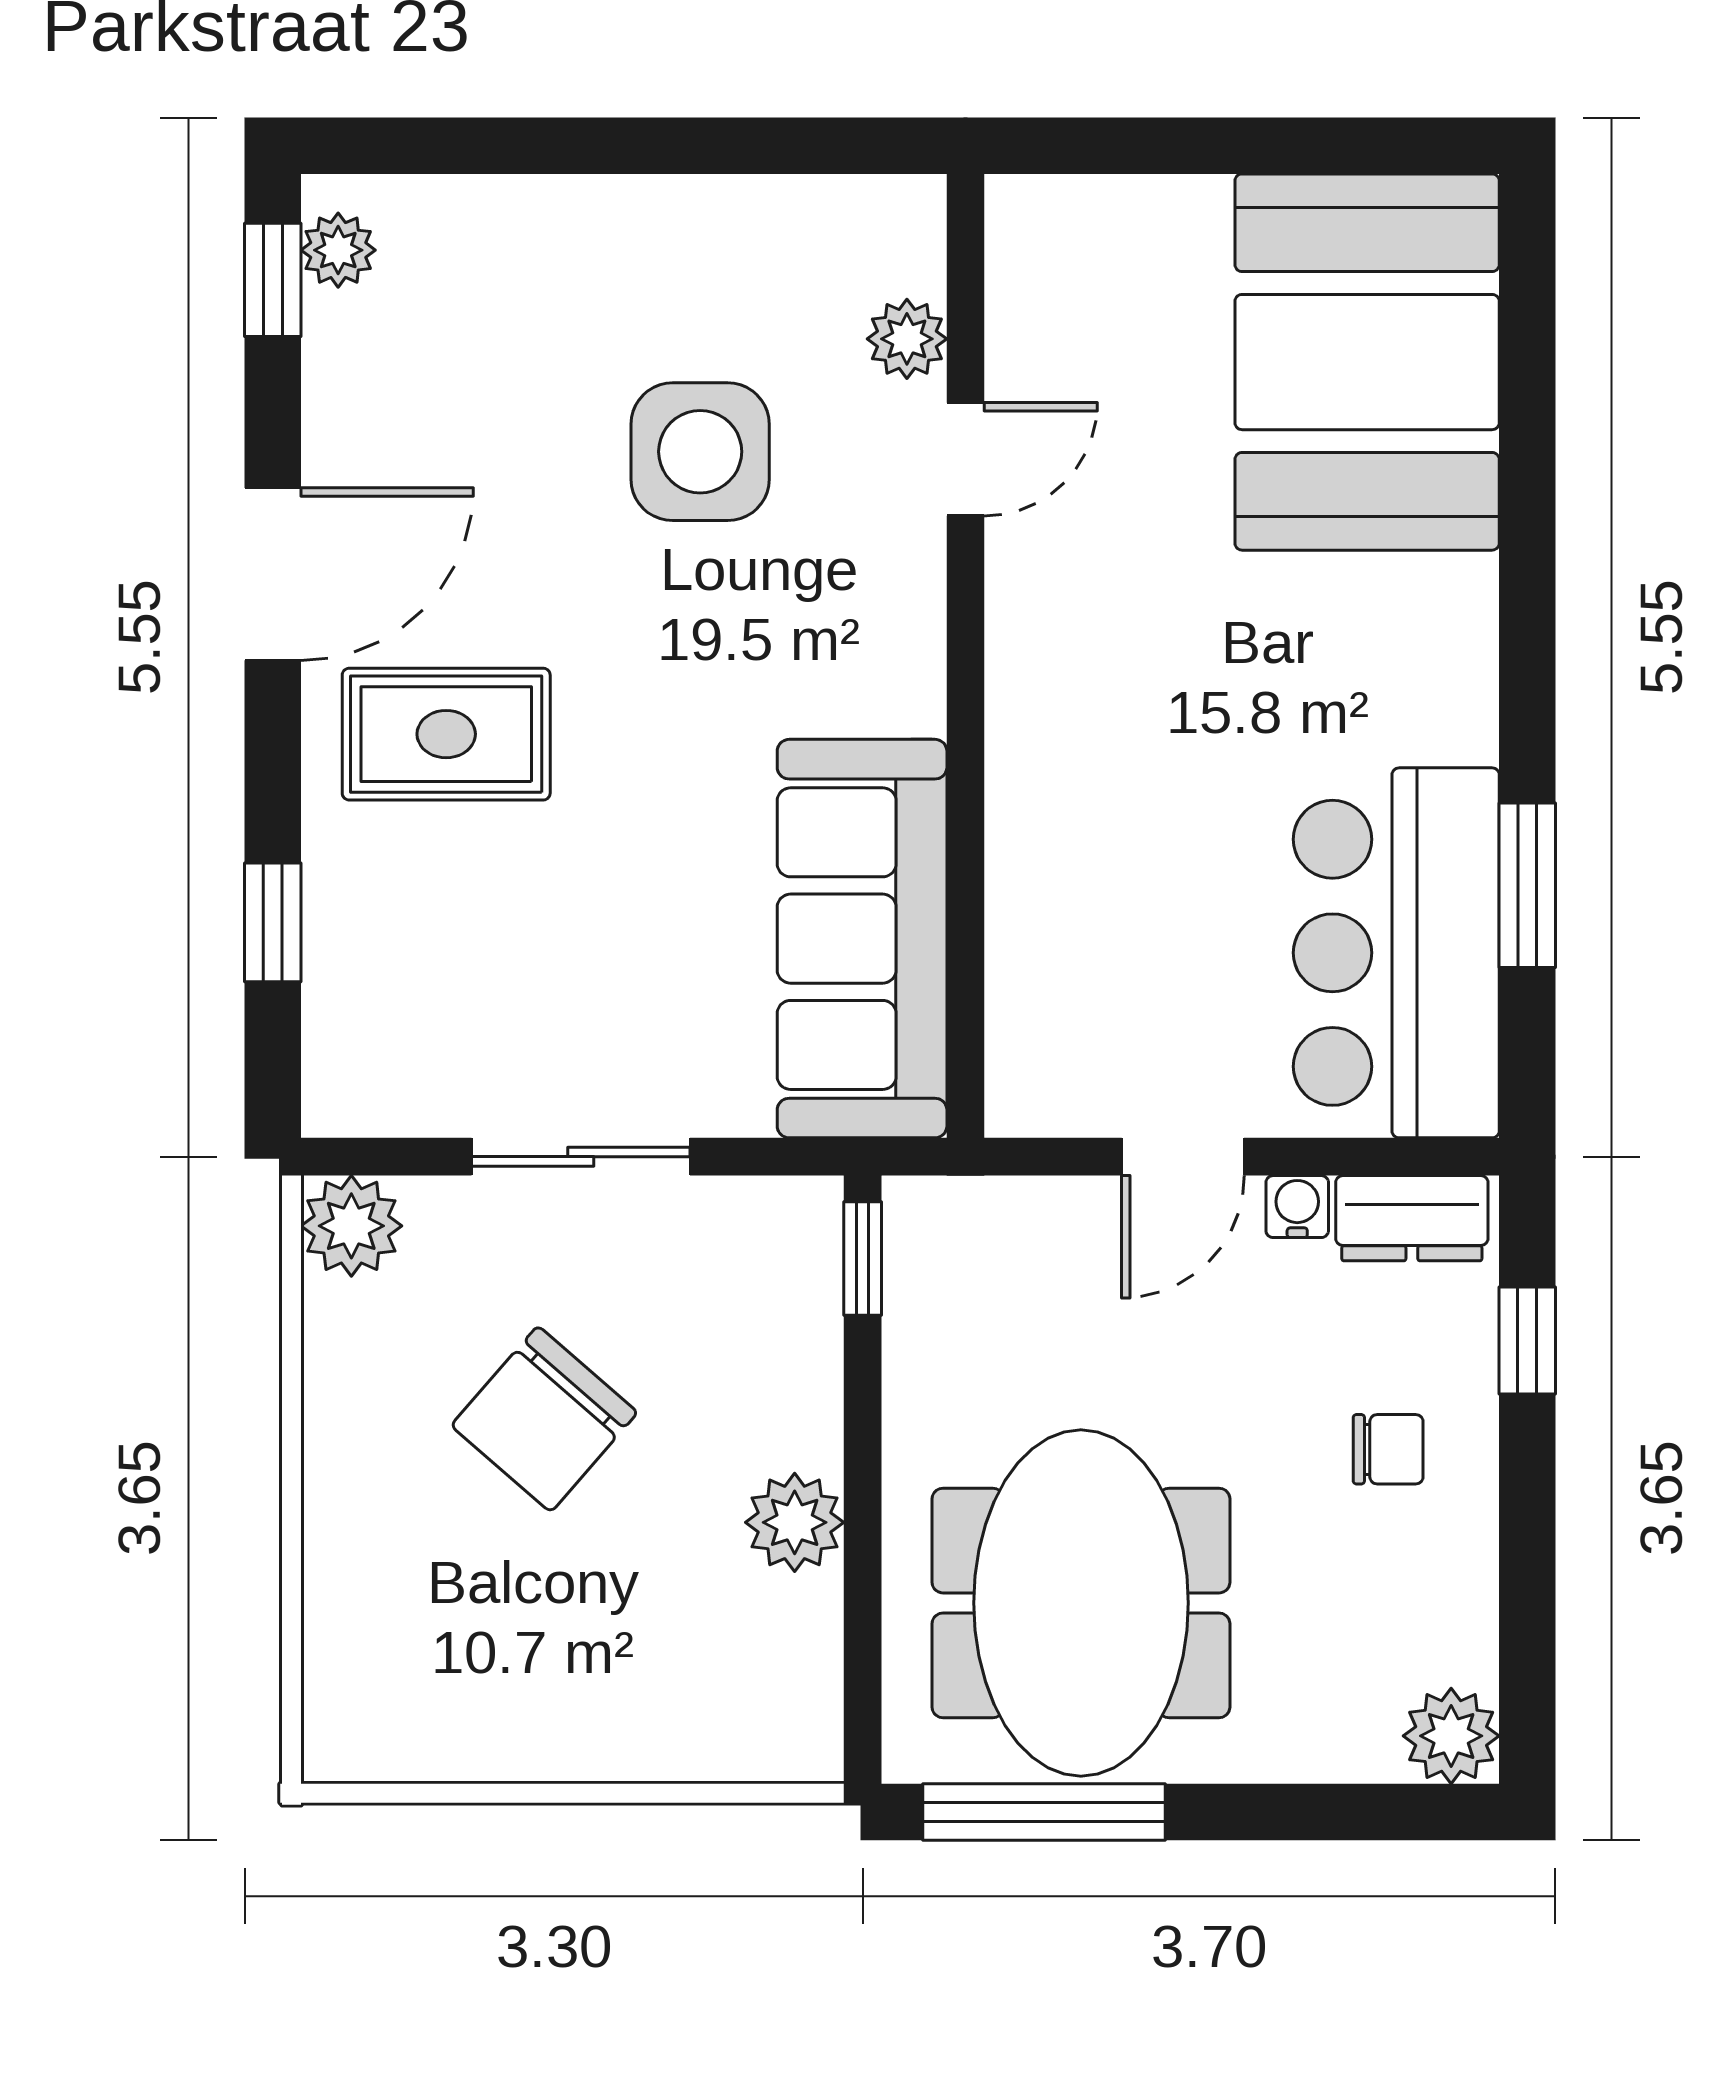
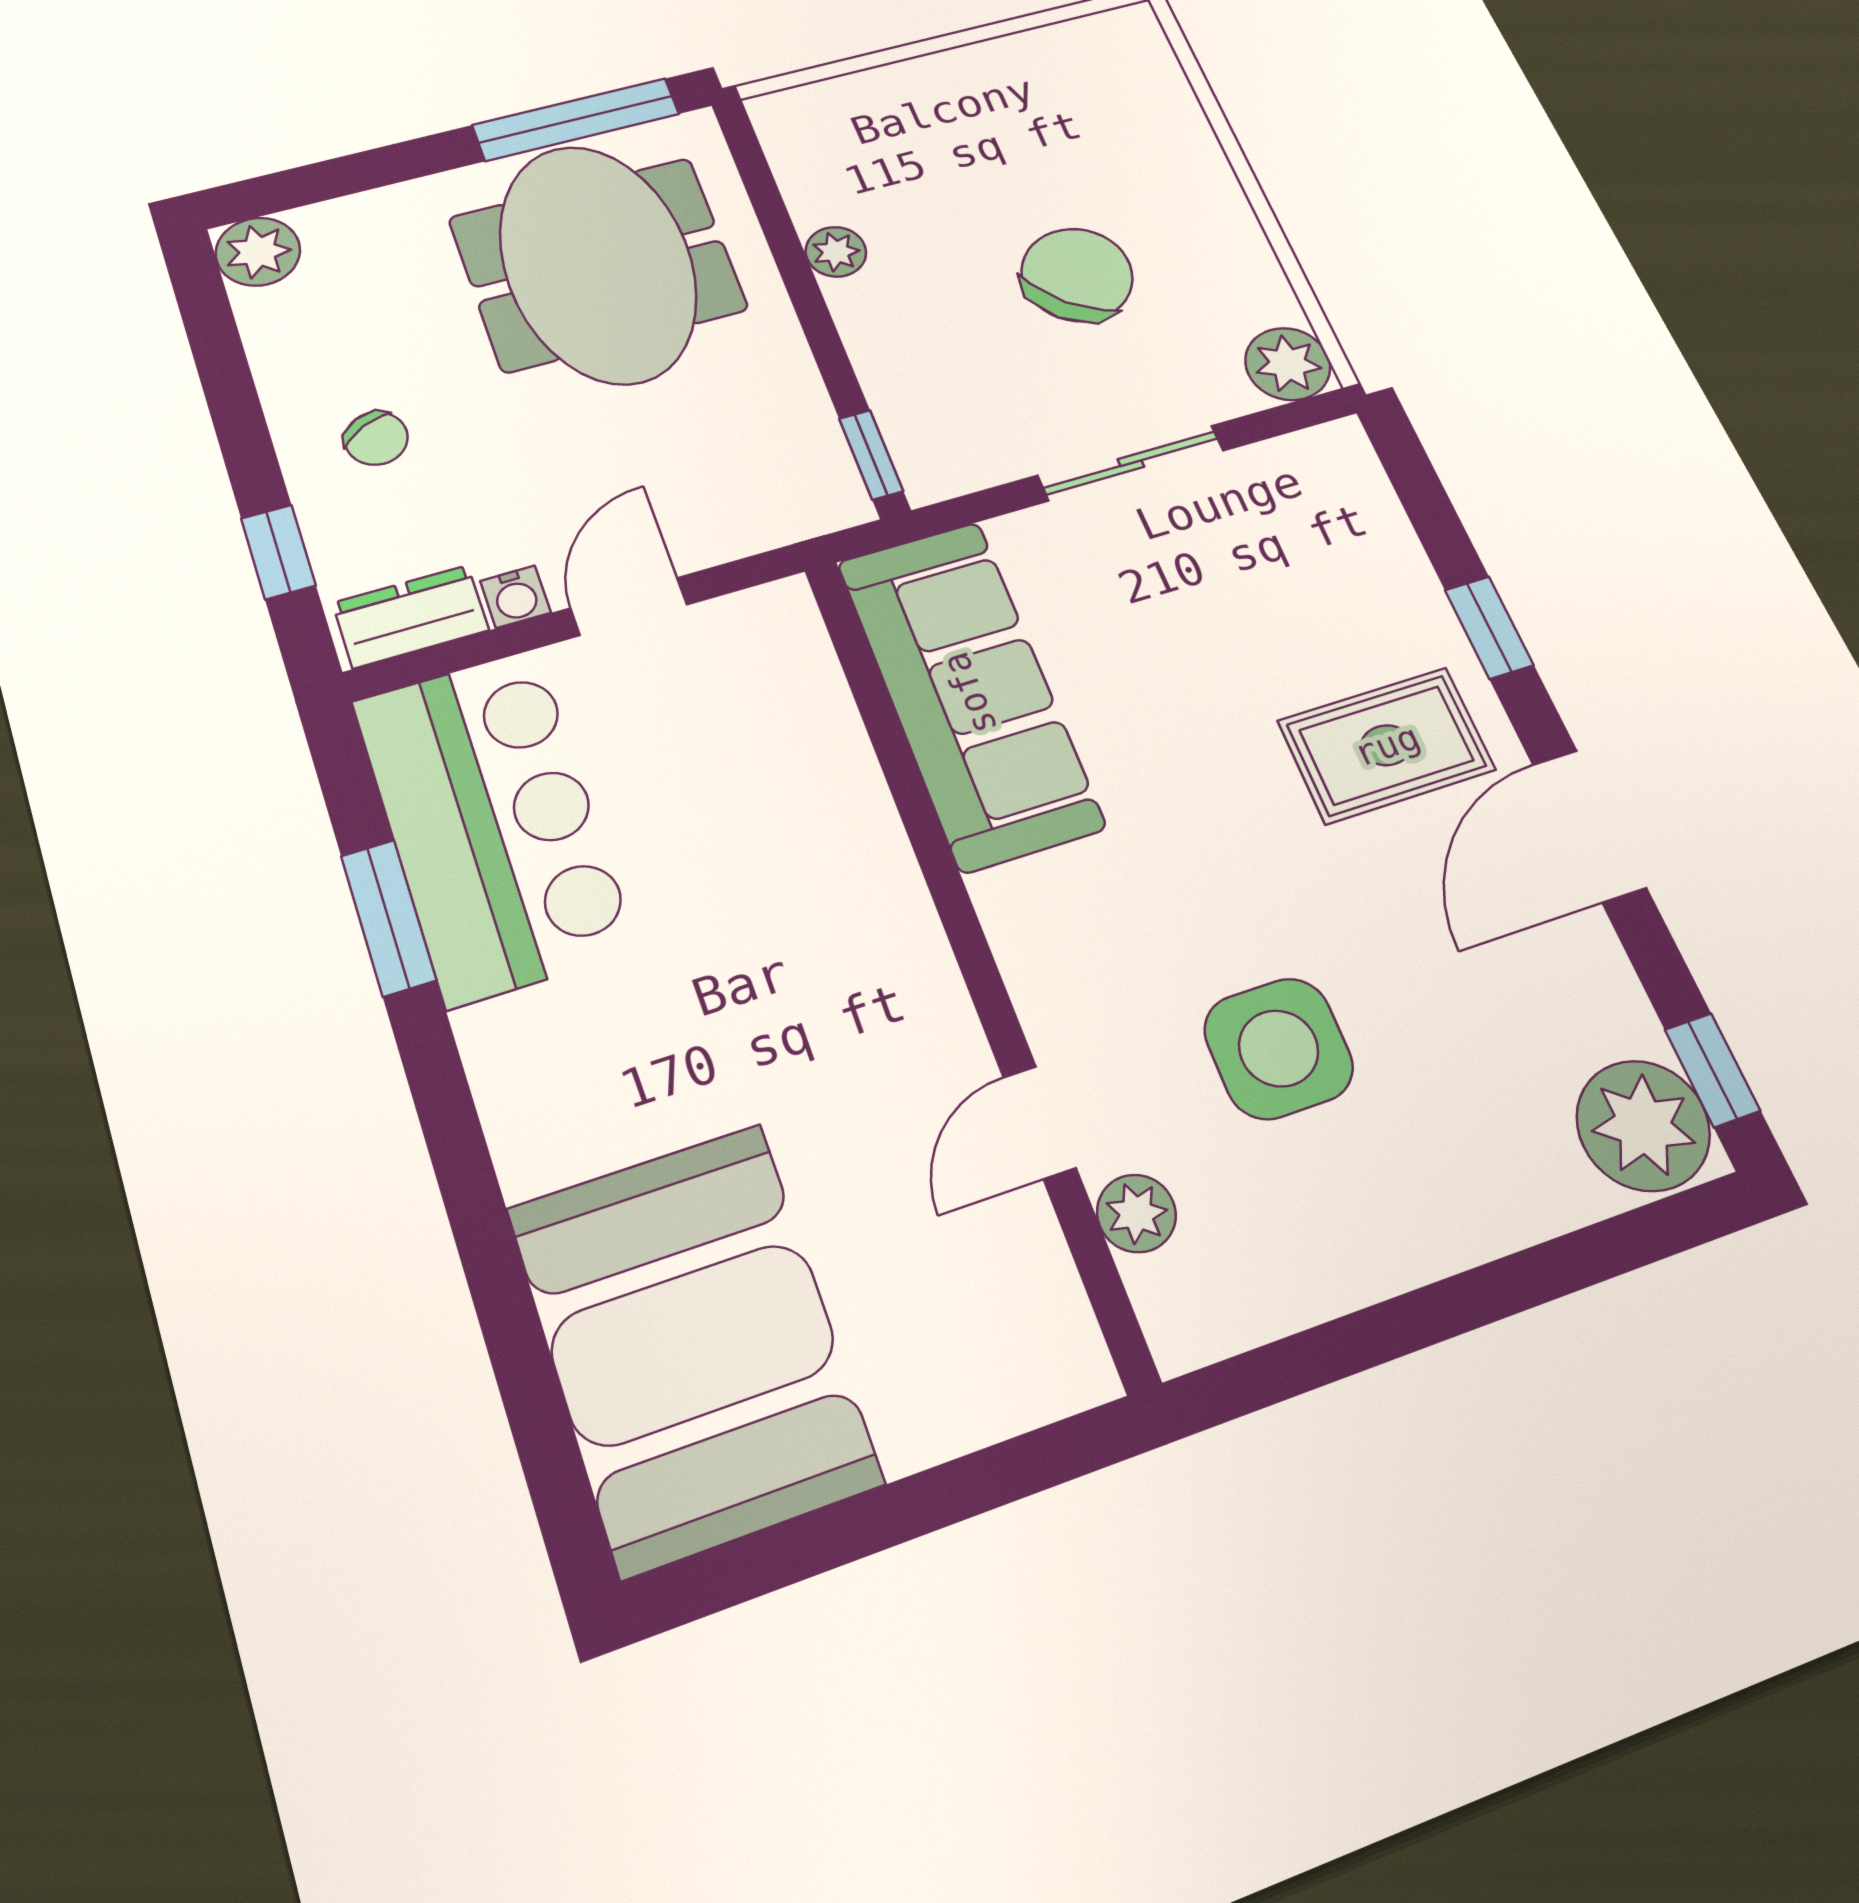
plant: (338, 250) -> (1643, 1126), width x1.88, depth x1.88
window: (273, 922) -> (1489, 628), moved
chair: (1388, 1449) -> (376, 438), turned -116
plant: (795, 1522) -> (836, 252), width x0.73, depth x0.73

